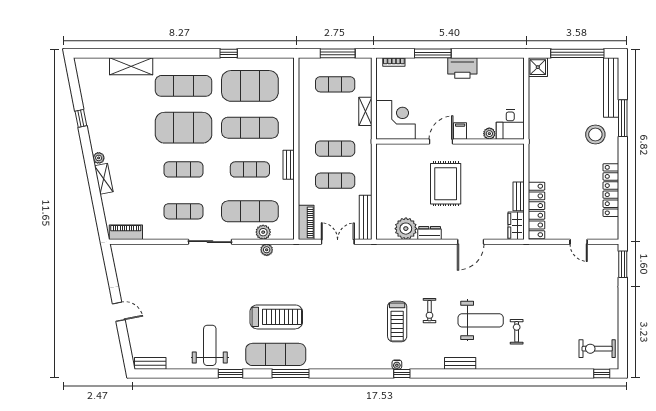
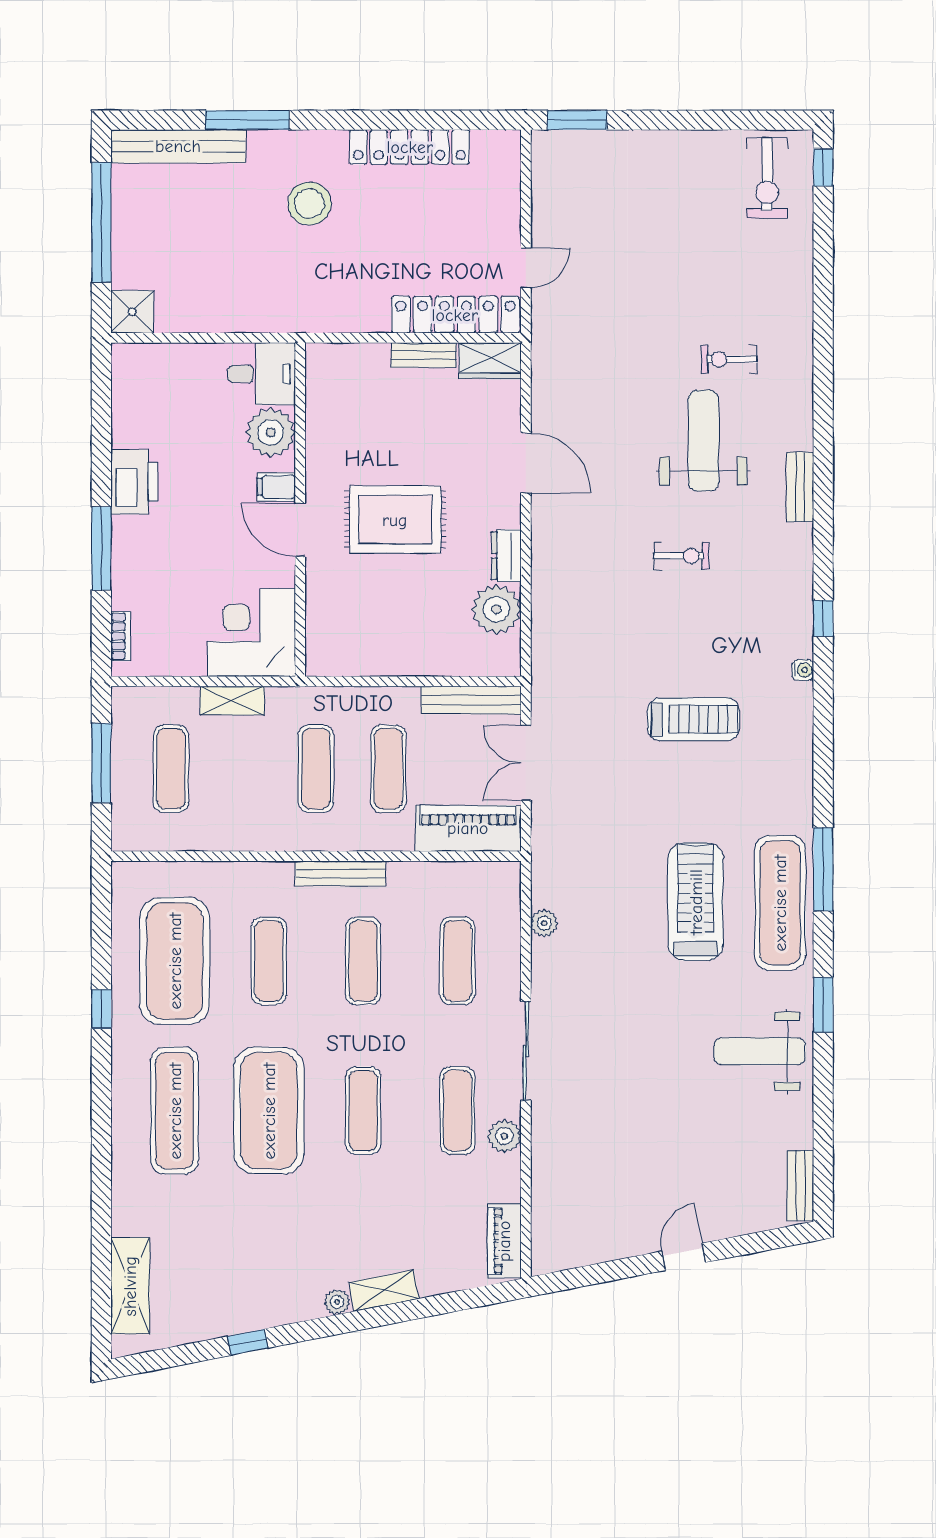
shelving: (131, 66) -> (130, 1286), moved
exercise mat: (250, 128) -> (269, 961), width x0.73, depth x0.69
plant: (489, 134) -> (271, 432), width x1.87, depth x1.87
stool: (595, 134) -> (309, 204), moved
bench: (289, 165) -> (340, 874), width x1.36
exercise mat: (250, 211) -> (457, 961), width x0.73, depth x0.69
piano: (306, 222) -> (468, 828), width x1.37, depth x1.33
plant: (263, 232) -> (504, 1136), moved
door: (579, 242) -> (526, 268), moved
treadmill: (397, 322) -> (694, 719), moved
water cooler: (397, 365) -> (803, 670), moved

